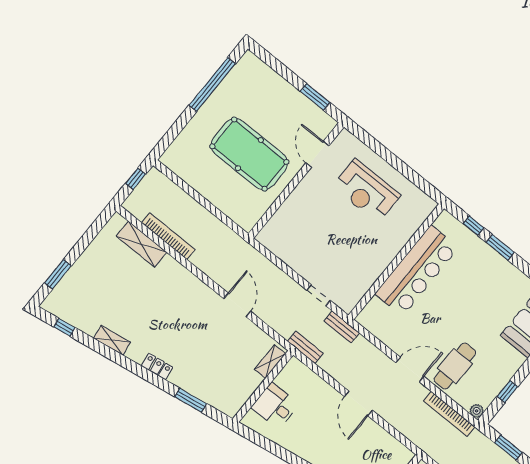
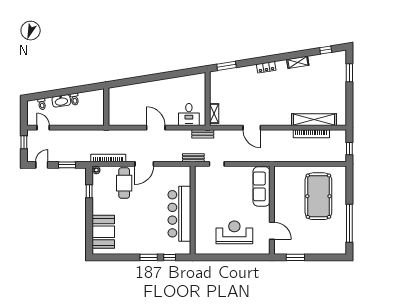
pool table: (249, 154) -> (318, 196), moved, turned 90
sofa: (285, 221) -> (262, 186), added
shelving: (142, 244) -> (314, 120), width x1.47
window: (191, 400) -> (226, 66), moved
desk: (275, 406) -> (189, 115), moved, turned 90

